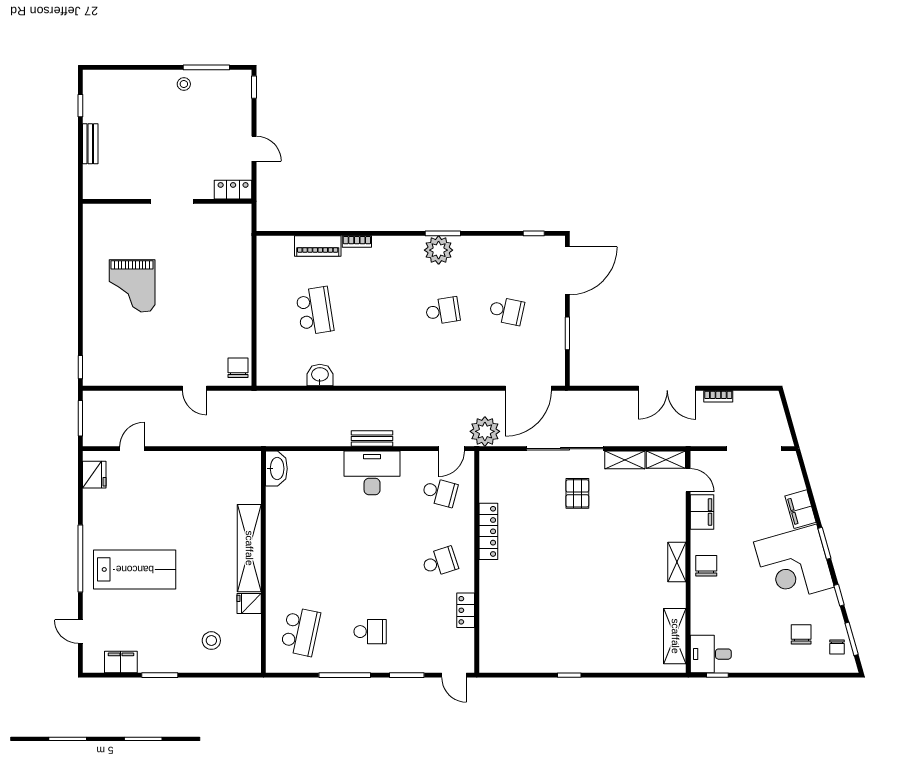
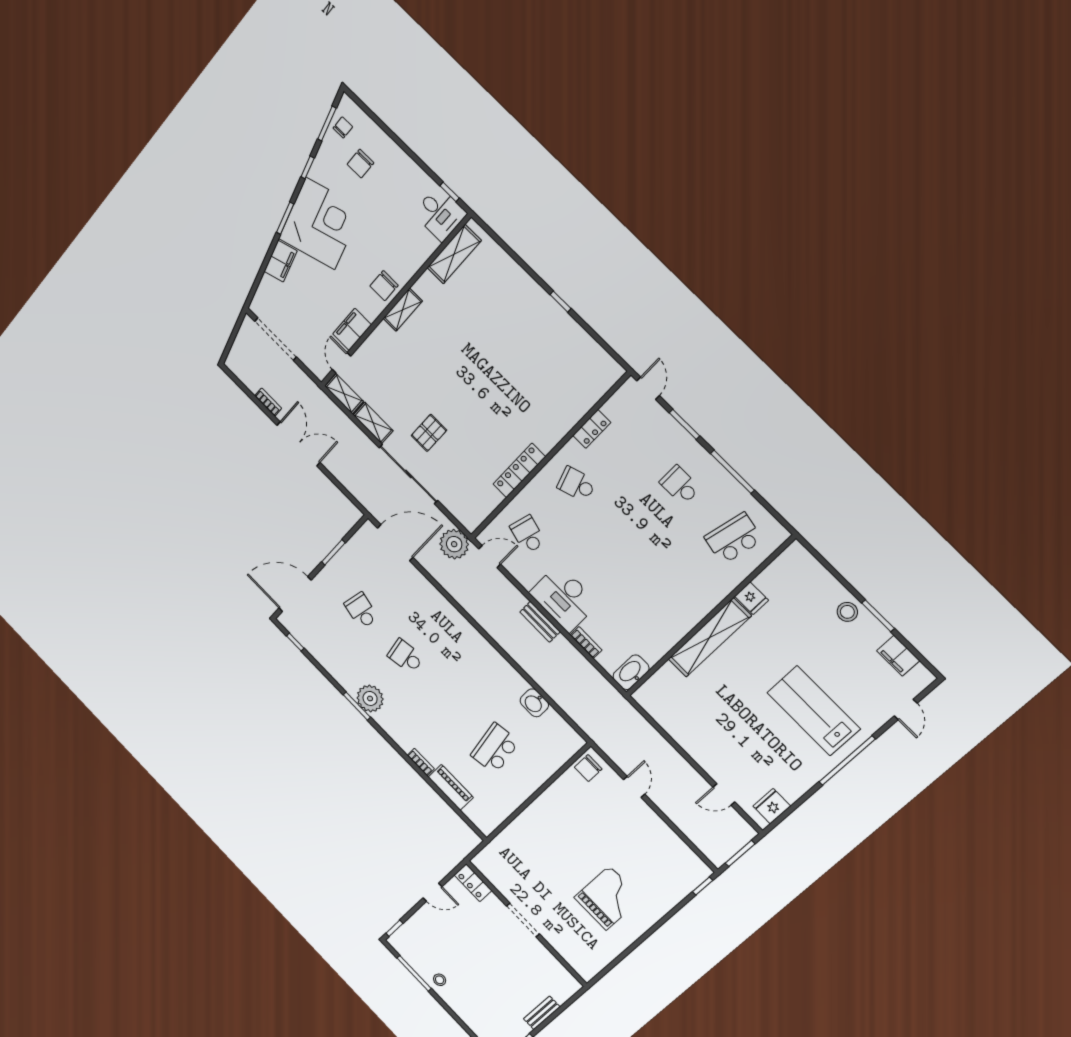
door: (254, 149) -> (433, 892), swing flipped
bookcase: (327, 457) -> (586, 642), added
stool: (211, 641) -> (847, 612), moved

